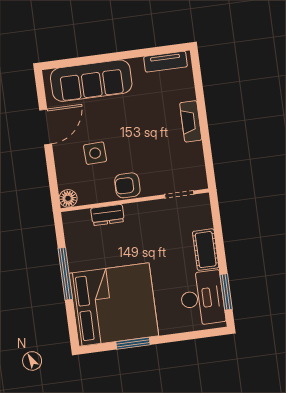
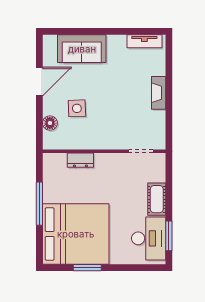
sofa: (91, 81) -> (82, 49), width x0.73
armchair: (127, 185) -> (100, 138), removed
floor lamp: (68, 198) -> (50, 123), moved

